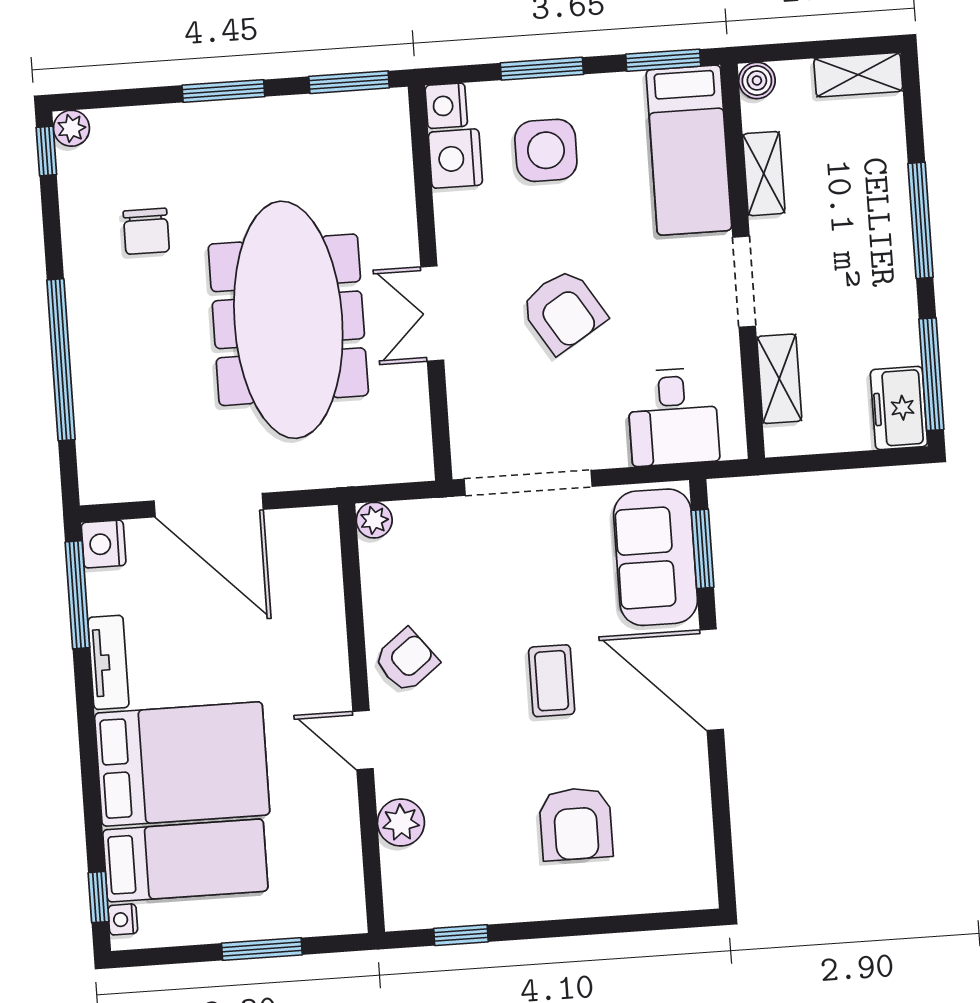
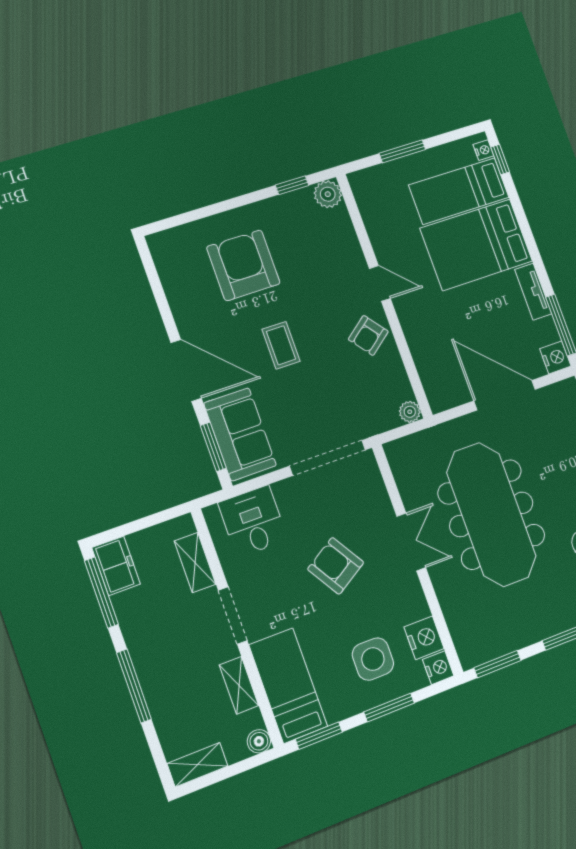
plant: (401, 823) -> (328, 194), moved
armchair: (576, 824) -> (243, 265), width x1.36, depth x1.36

